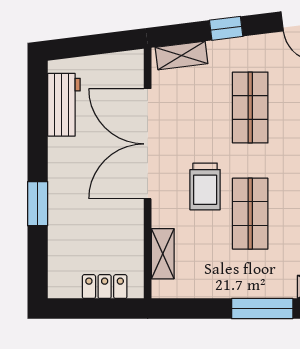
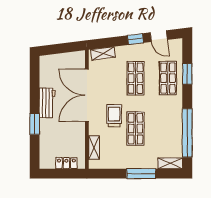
window: (226, 28) -> (135, 39), moved
workbench: (64, 105) -> (47, 103), moved
trolley: (205, 186) -> (114, 116), turned 180

